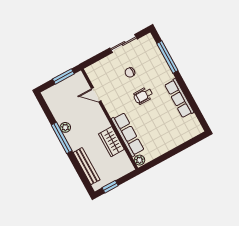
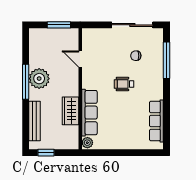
sliding door: (124, 43) -> (132, 25), width x1.37
chair: (130, 72) -> (136, 56), moved
row of seats: (179, 98) -> (156, 121), moved
plant: (65, 127) -> (39, 79), width x1.87, depth x1.87

